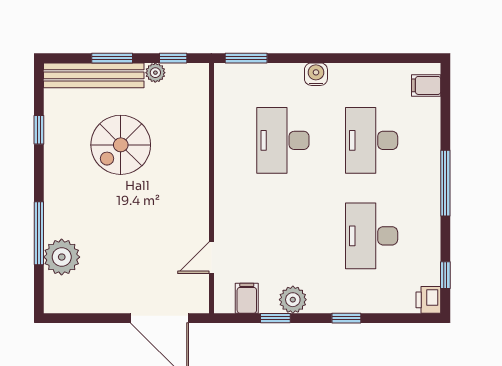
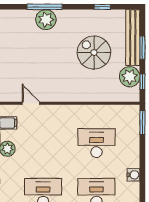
plant: (155, 73) -> (130, 77), width x1.88, depth x1.88
water cooler: (316, 74) -> (133, 175), moved
plant: (62, 257) -> (46, 20), moved

